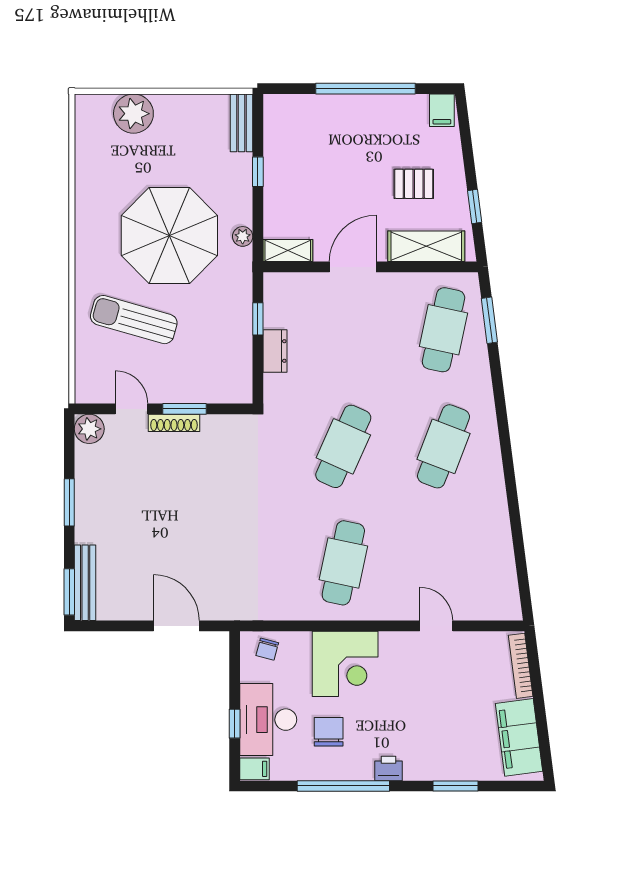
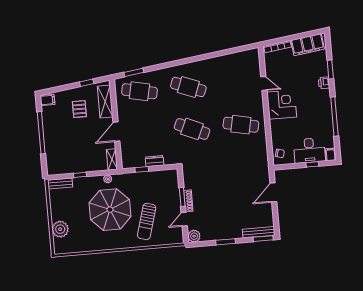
door: (353, 267) -> (116, 132), hinge flipped
door: (436, 626) -> (264, 83), swing flipped
corner desk: (345, 664) -> (282, 104), moved
chair: (329, 732) -> (312, 125), removed
printer: (389, 768) -> (324, 83), moved

